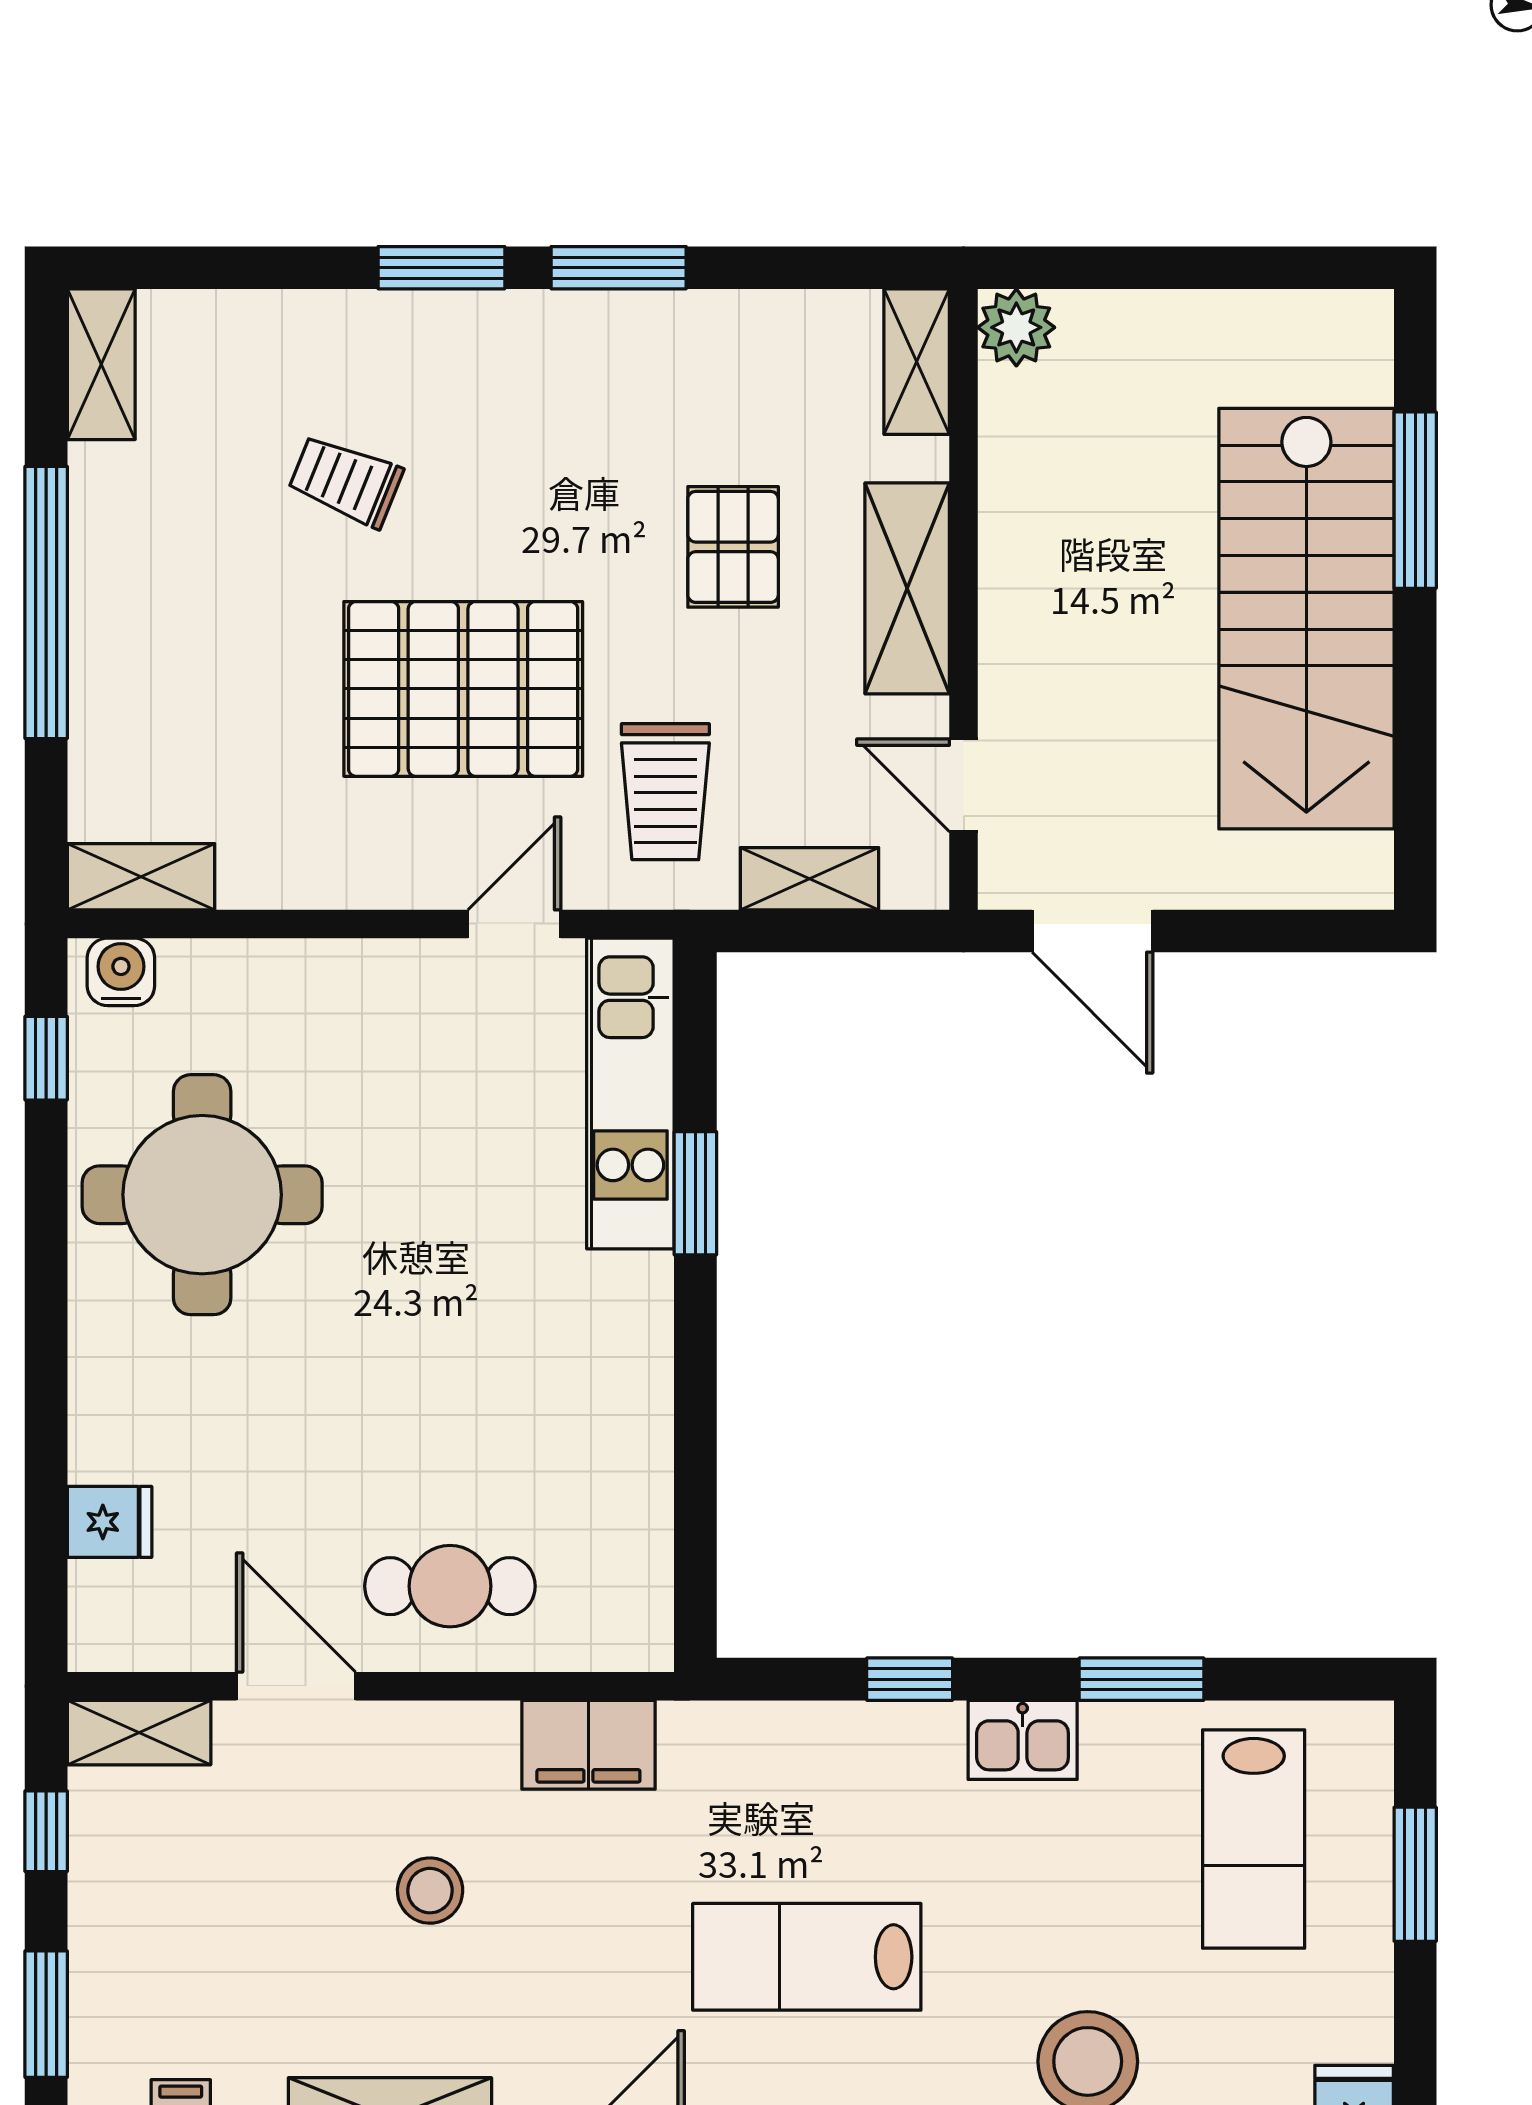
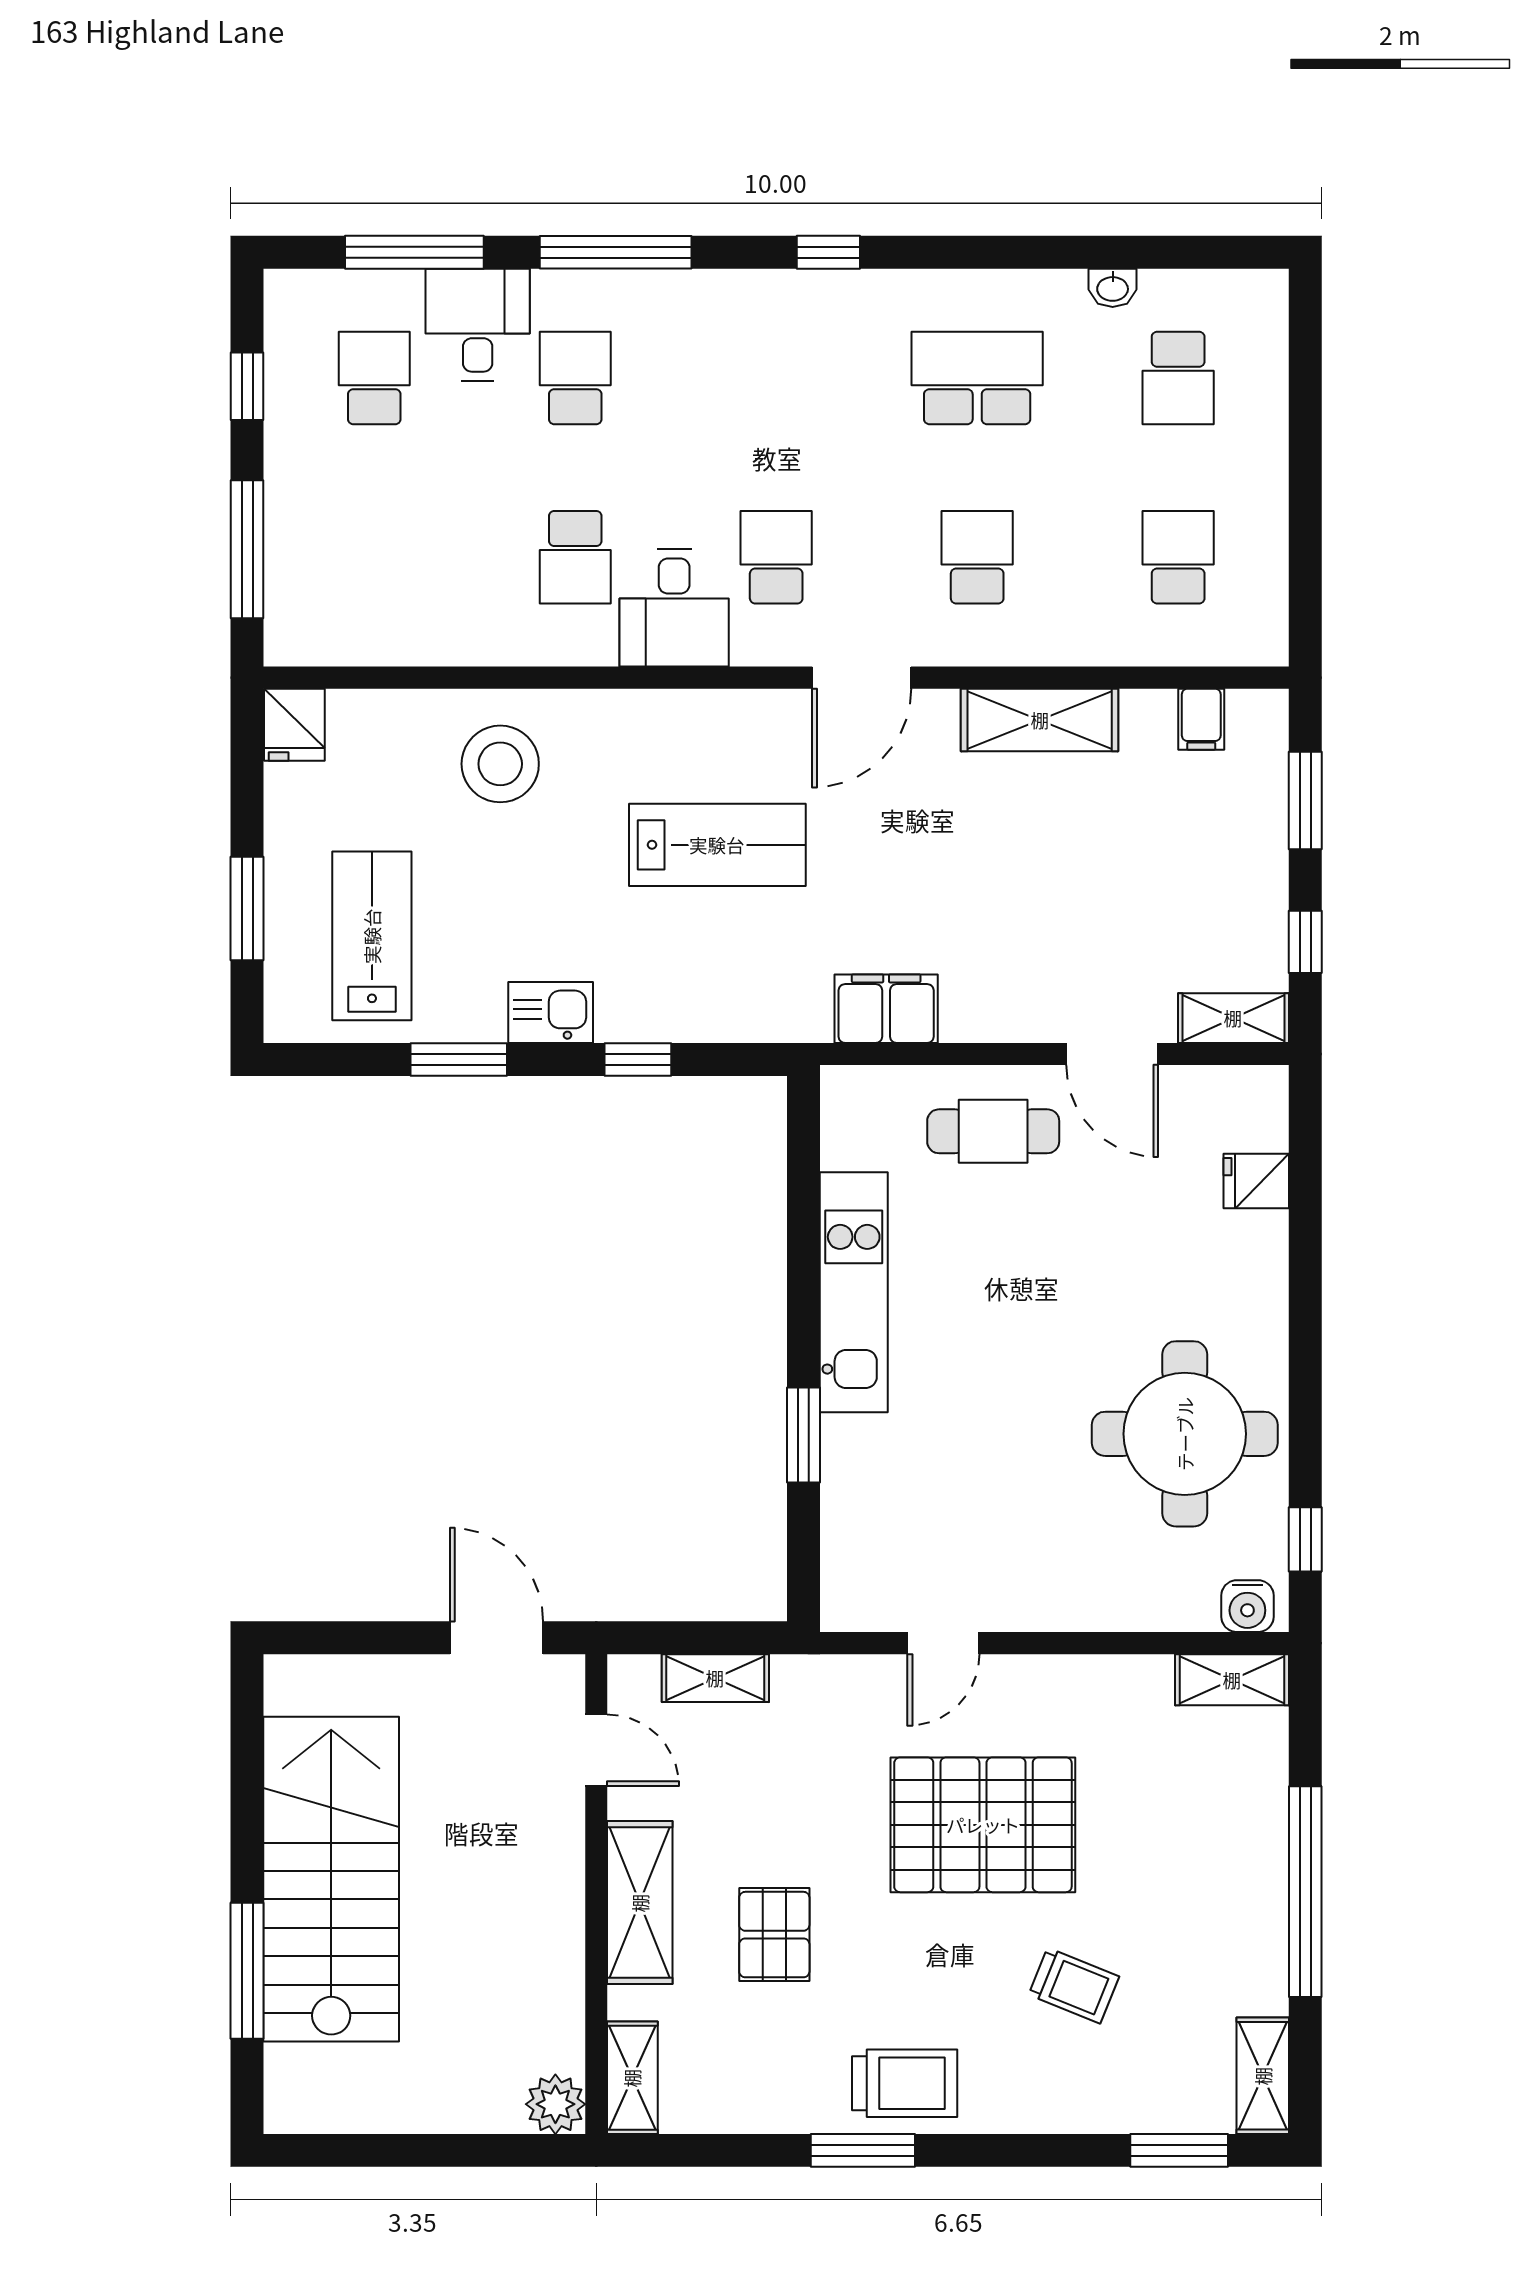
window: (441, 268) -> (1179, 2150), moved
trolley: (665, 792) -> (905, 2083), moved, turned 90
kitchen unit: (630, 1093) -> (854, 1292), moved
stool: (430, 1891) -> (1009, 896), removed

